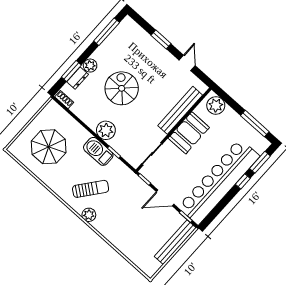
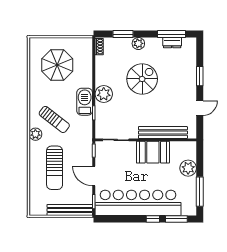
dresser: (78, 78) -> (172, 43), moved
plant: (216, 105) -> (188, 168), moved
sun lounger: (130, 224) -> (55, 168), added

